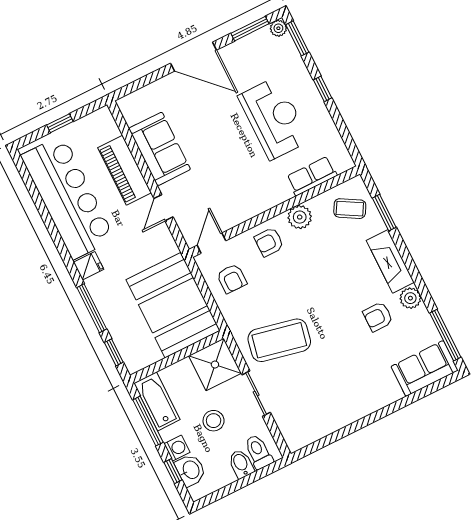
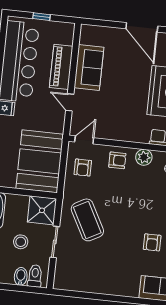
door: (163, 208) -> (70, 102), hinge flipped
armchair: (269, 242) -> (117, 160), turned 180
armchair: (378, 317) -> (152, 242), turned -90
coffee table: (279, 340) -> (87, 220), turned 50

